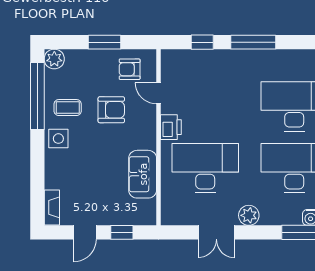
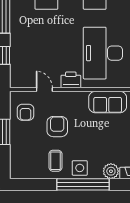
plant: (54, 59) -> (111, 171), moved
door: (159, 93) -> (44, 90), swing flipped
window: (37, 96) -> (83, 184), moved

